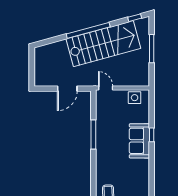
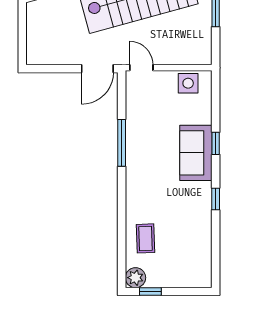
door: (67, 89) -> (97, 69), moved
window: (152, 169) -> (216, 199), added

